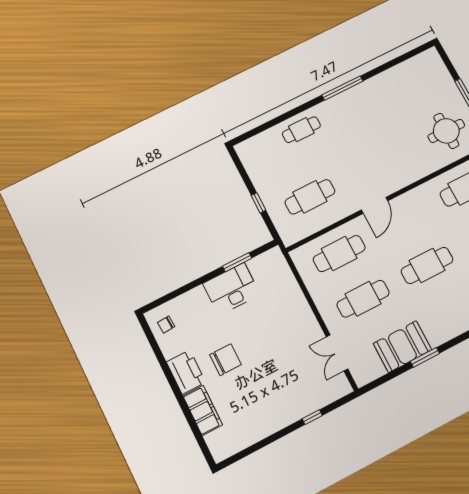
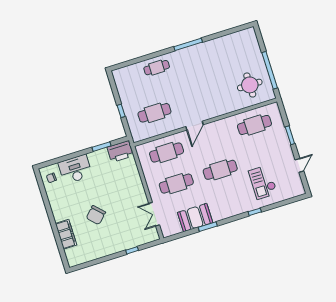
desk: (232, 289) -> (75, 169), moved
chair: (226, 360) -> (96, 215), moved, turned 135
printer: (186, 372) -> (120, 152), moved, turned 90

